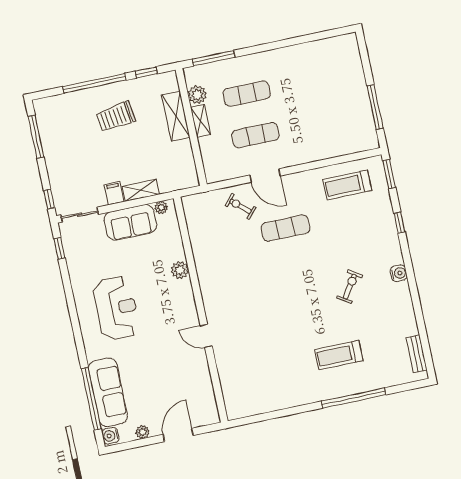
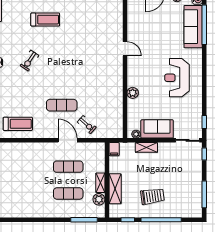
filing cabinet: (114, 193) -> (114, 149), moved

